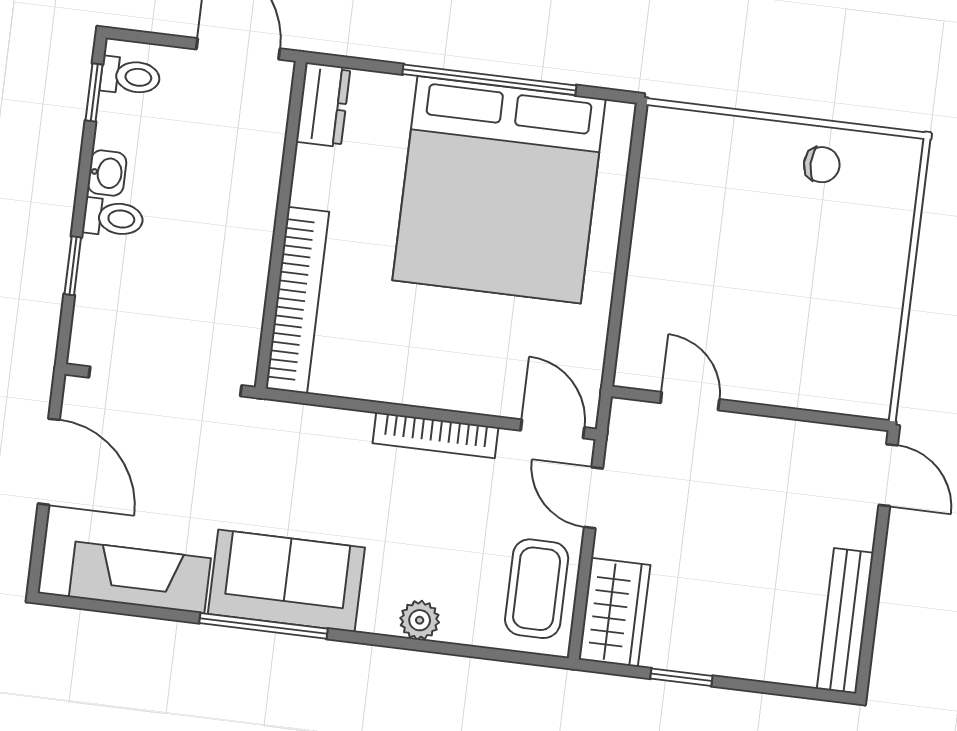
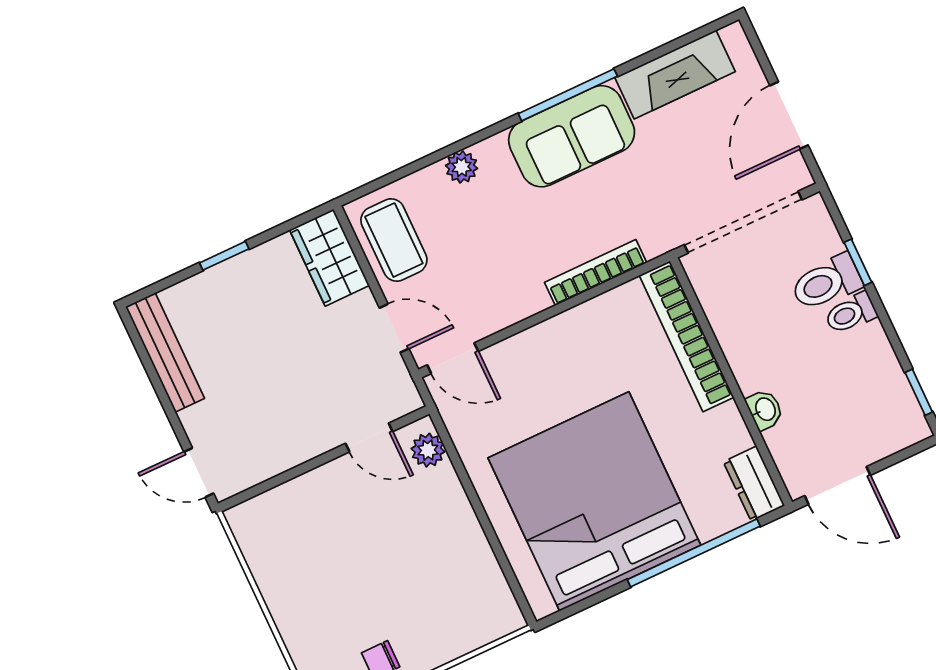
toilet: (130, 76) -> (826, 282), moved, width x1.37, depth x1.39
window: (489, 80) -> (694, 553), moved
washbasin: (107, 173) -> (765, 410), moved, turned 180
plant: (637, 350) -> (428, 450), added
bookcase: (435, 435) -> (596, 273), moved
door: (49, 462) -> (789, 115), hinge flipped
window: (681, 677) -> (224, 256), moved

